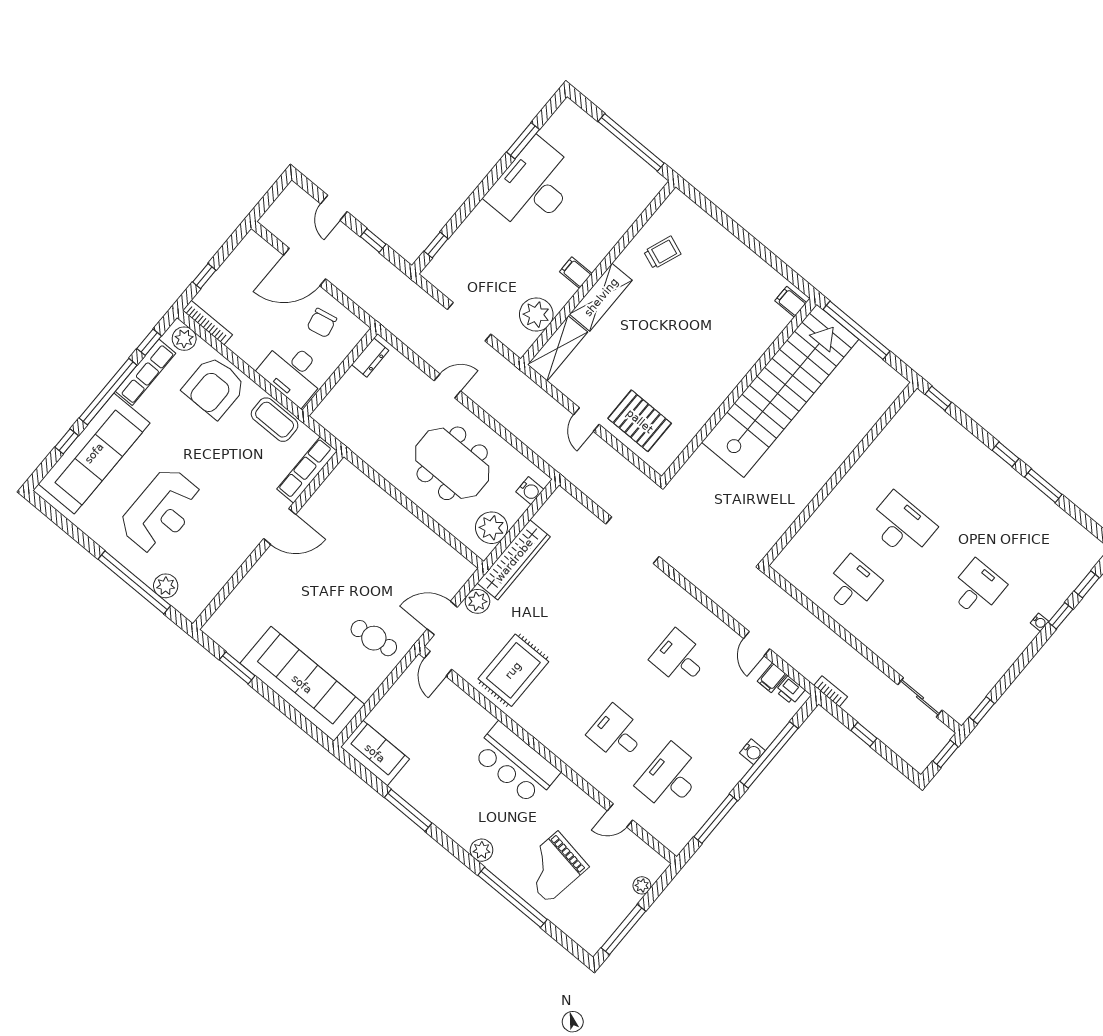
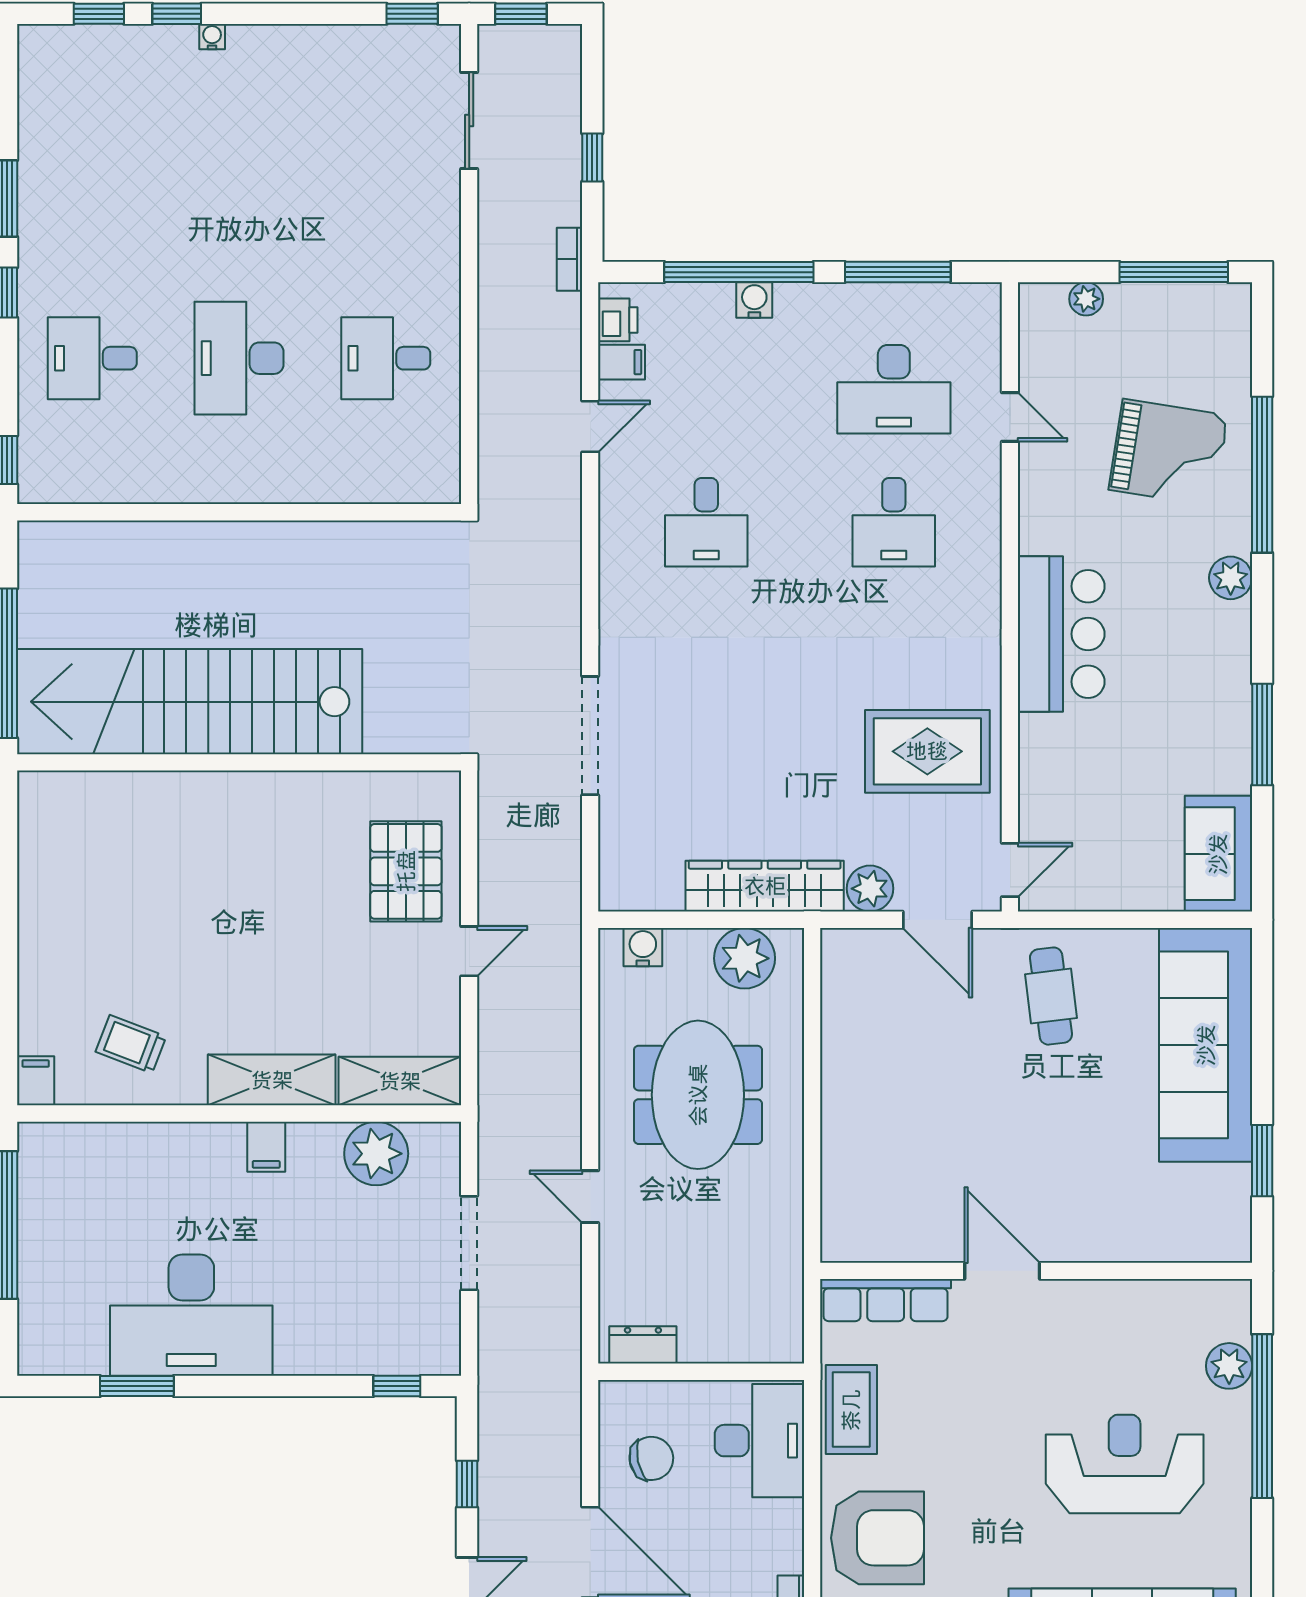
filing cabinet: (791, 302) -> (36, 1081), moved, turned 180
desk: (977, 589) -> (92, 358), moved

